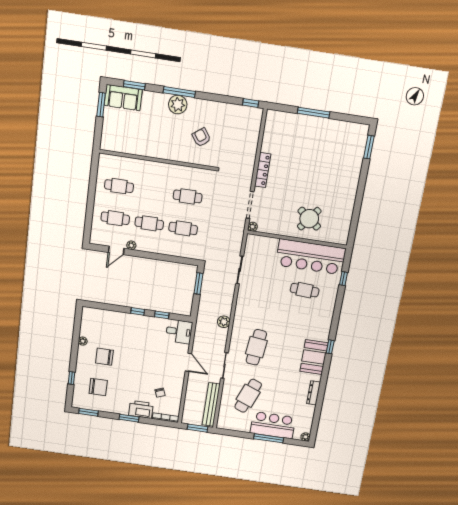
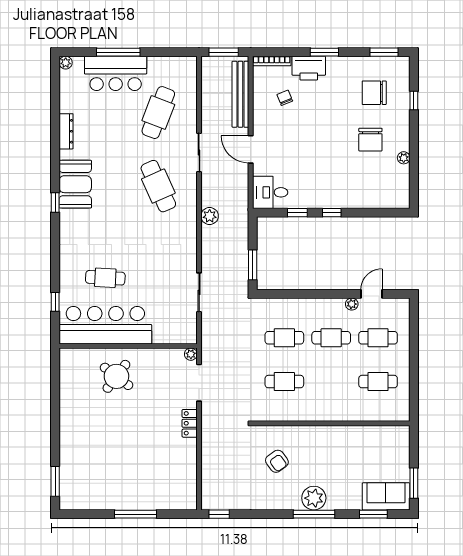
locker: (263, 170) -> (190, 423), width x0.66
cafe table: (256, 347) -> (158, 186), turned -30
chair: (104, 357) -> (370, 140), turned 90
bench: (211, 405) -> (240, 94), moved

